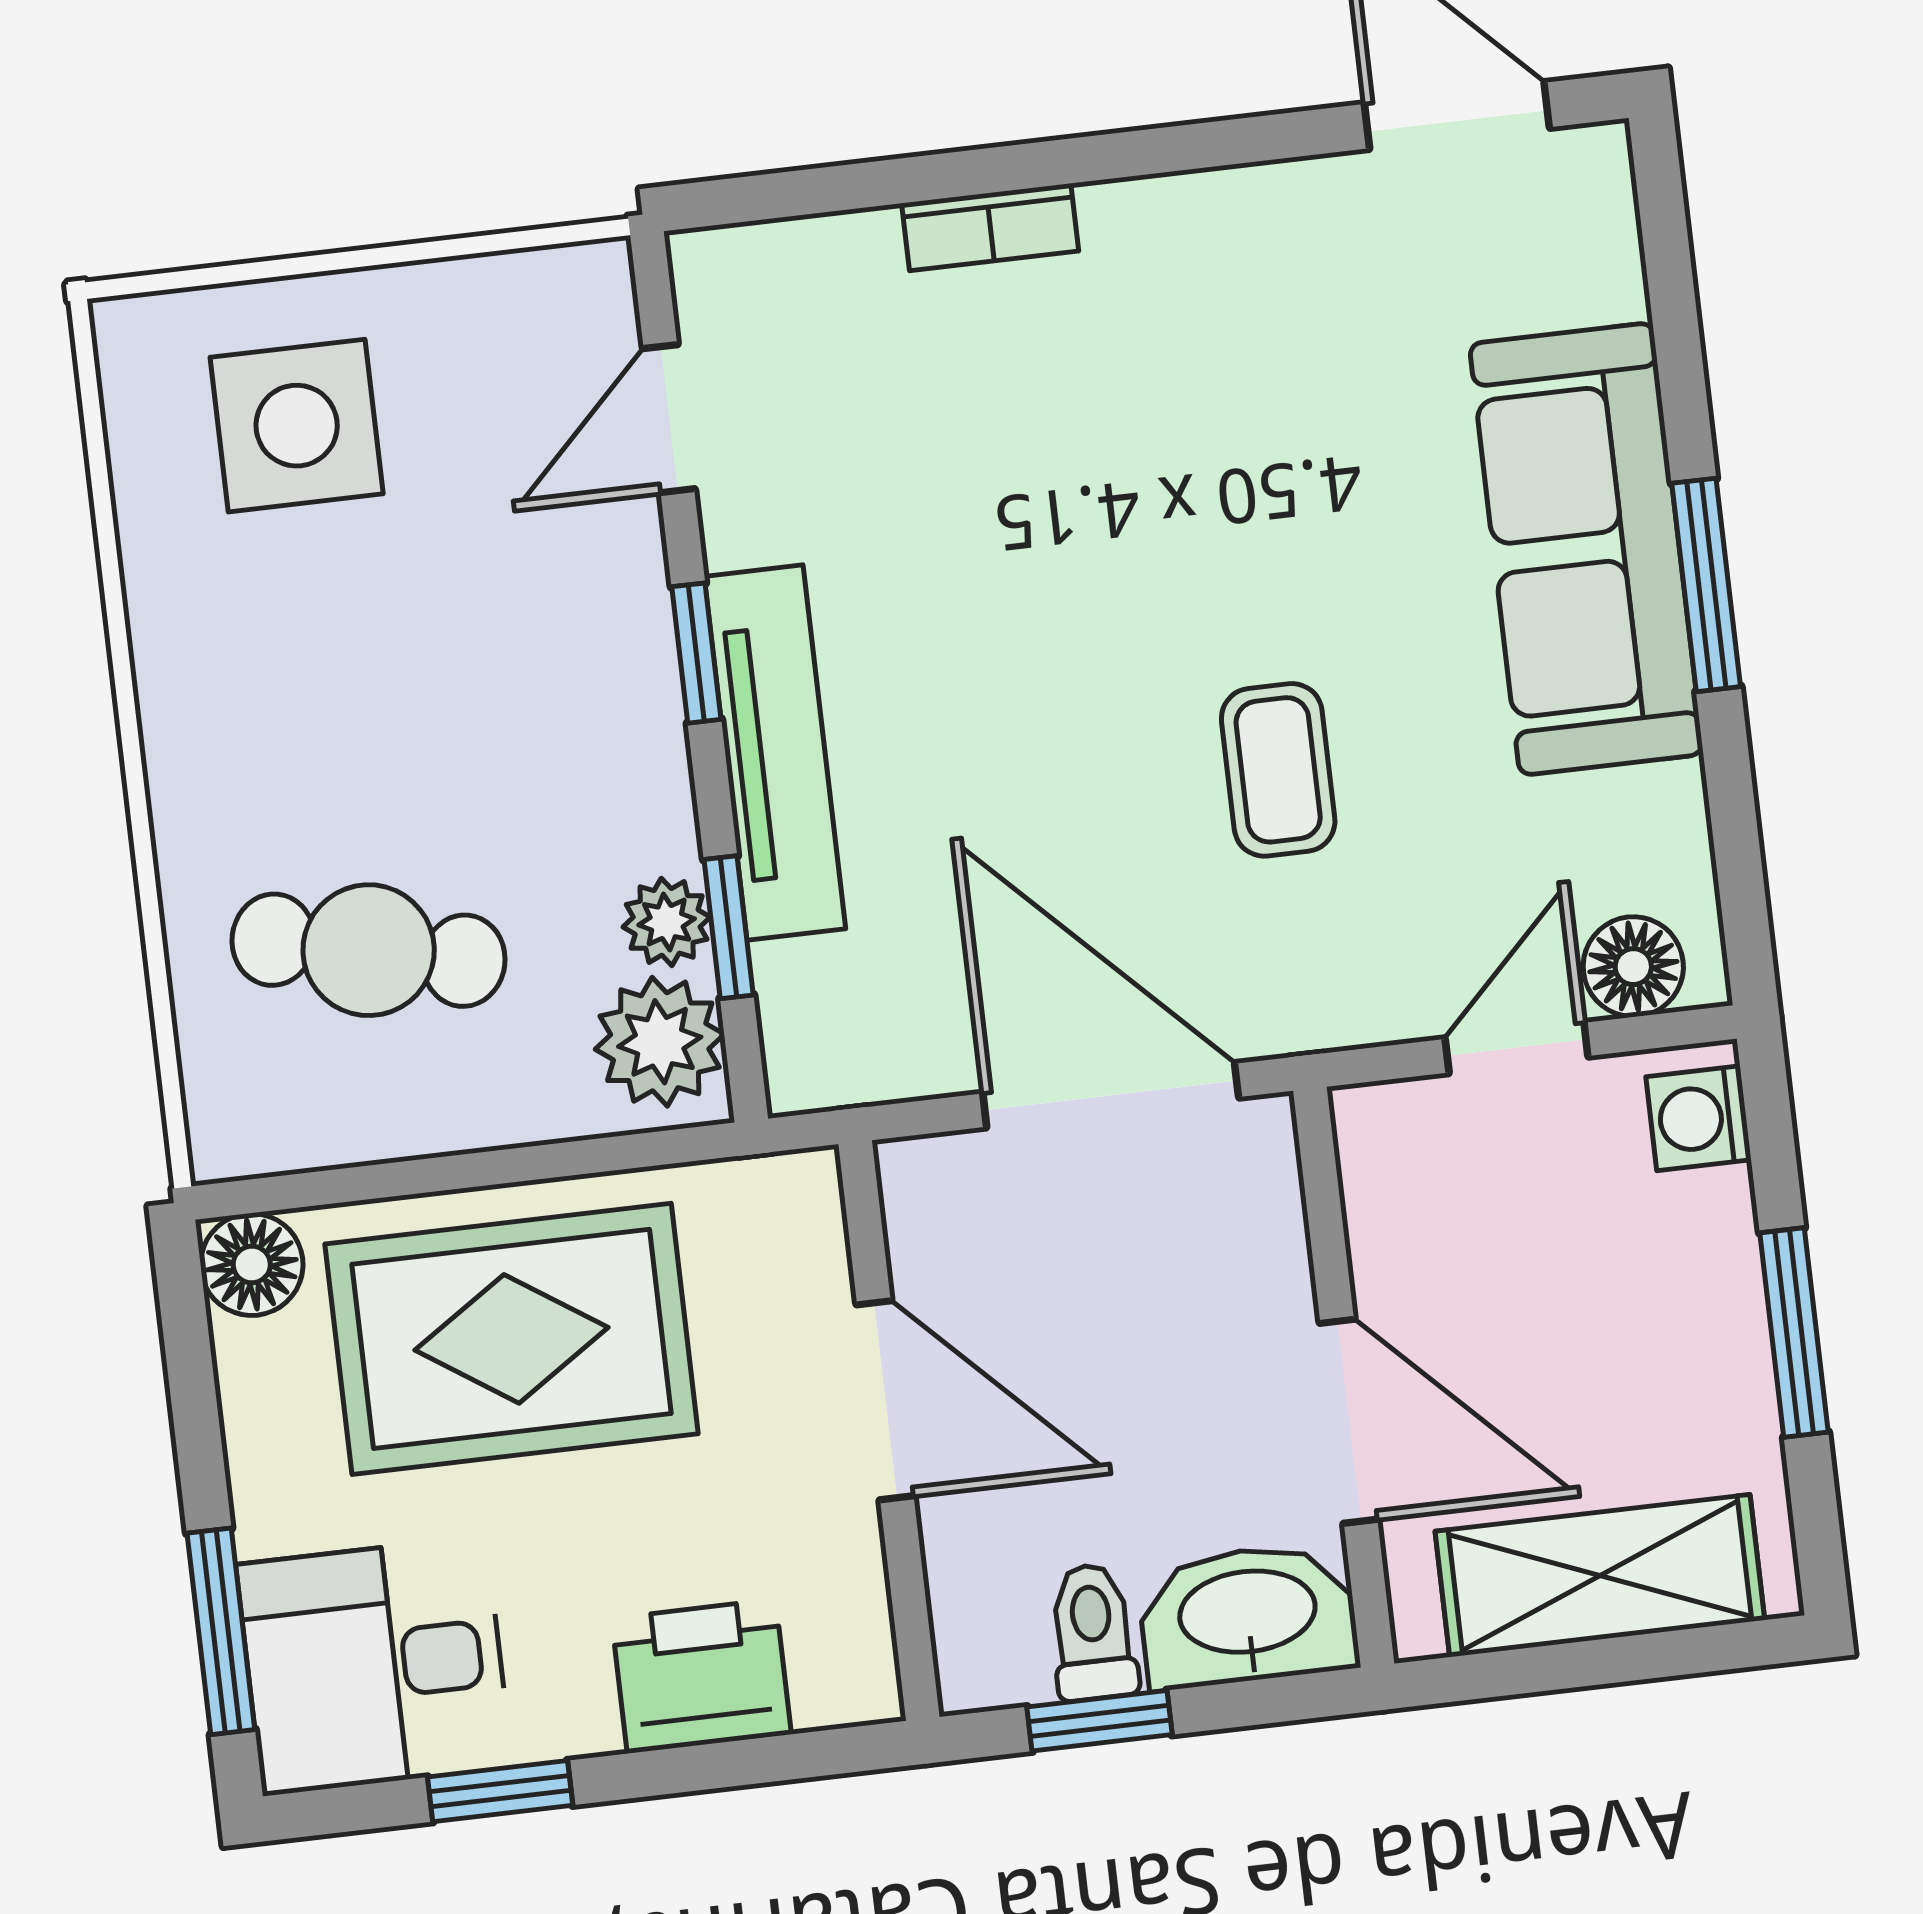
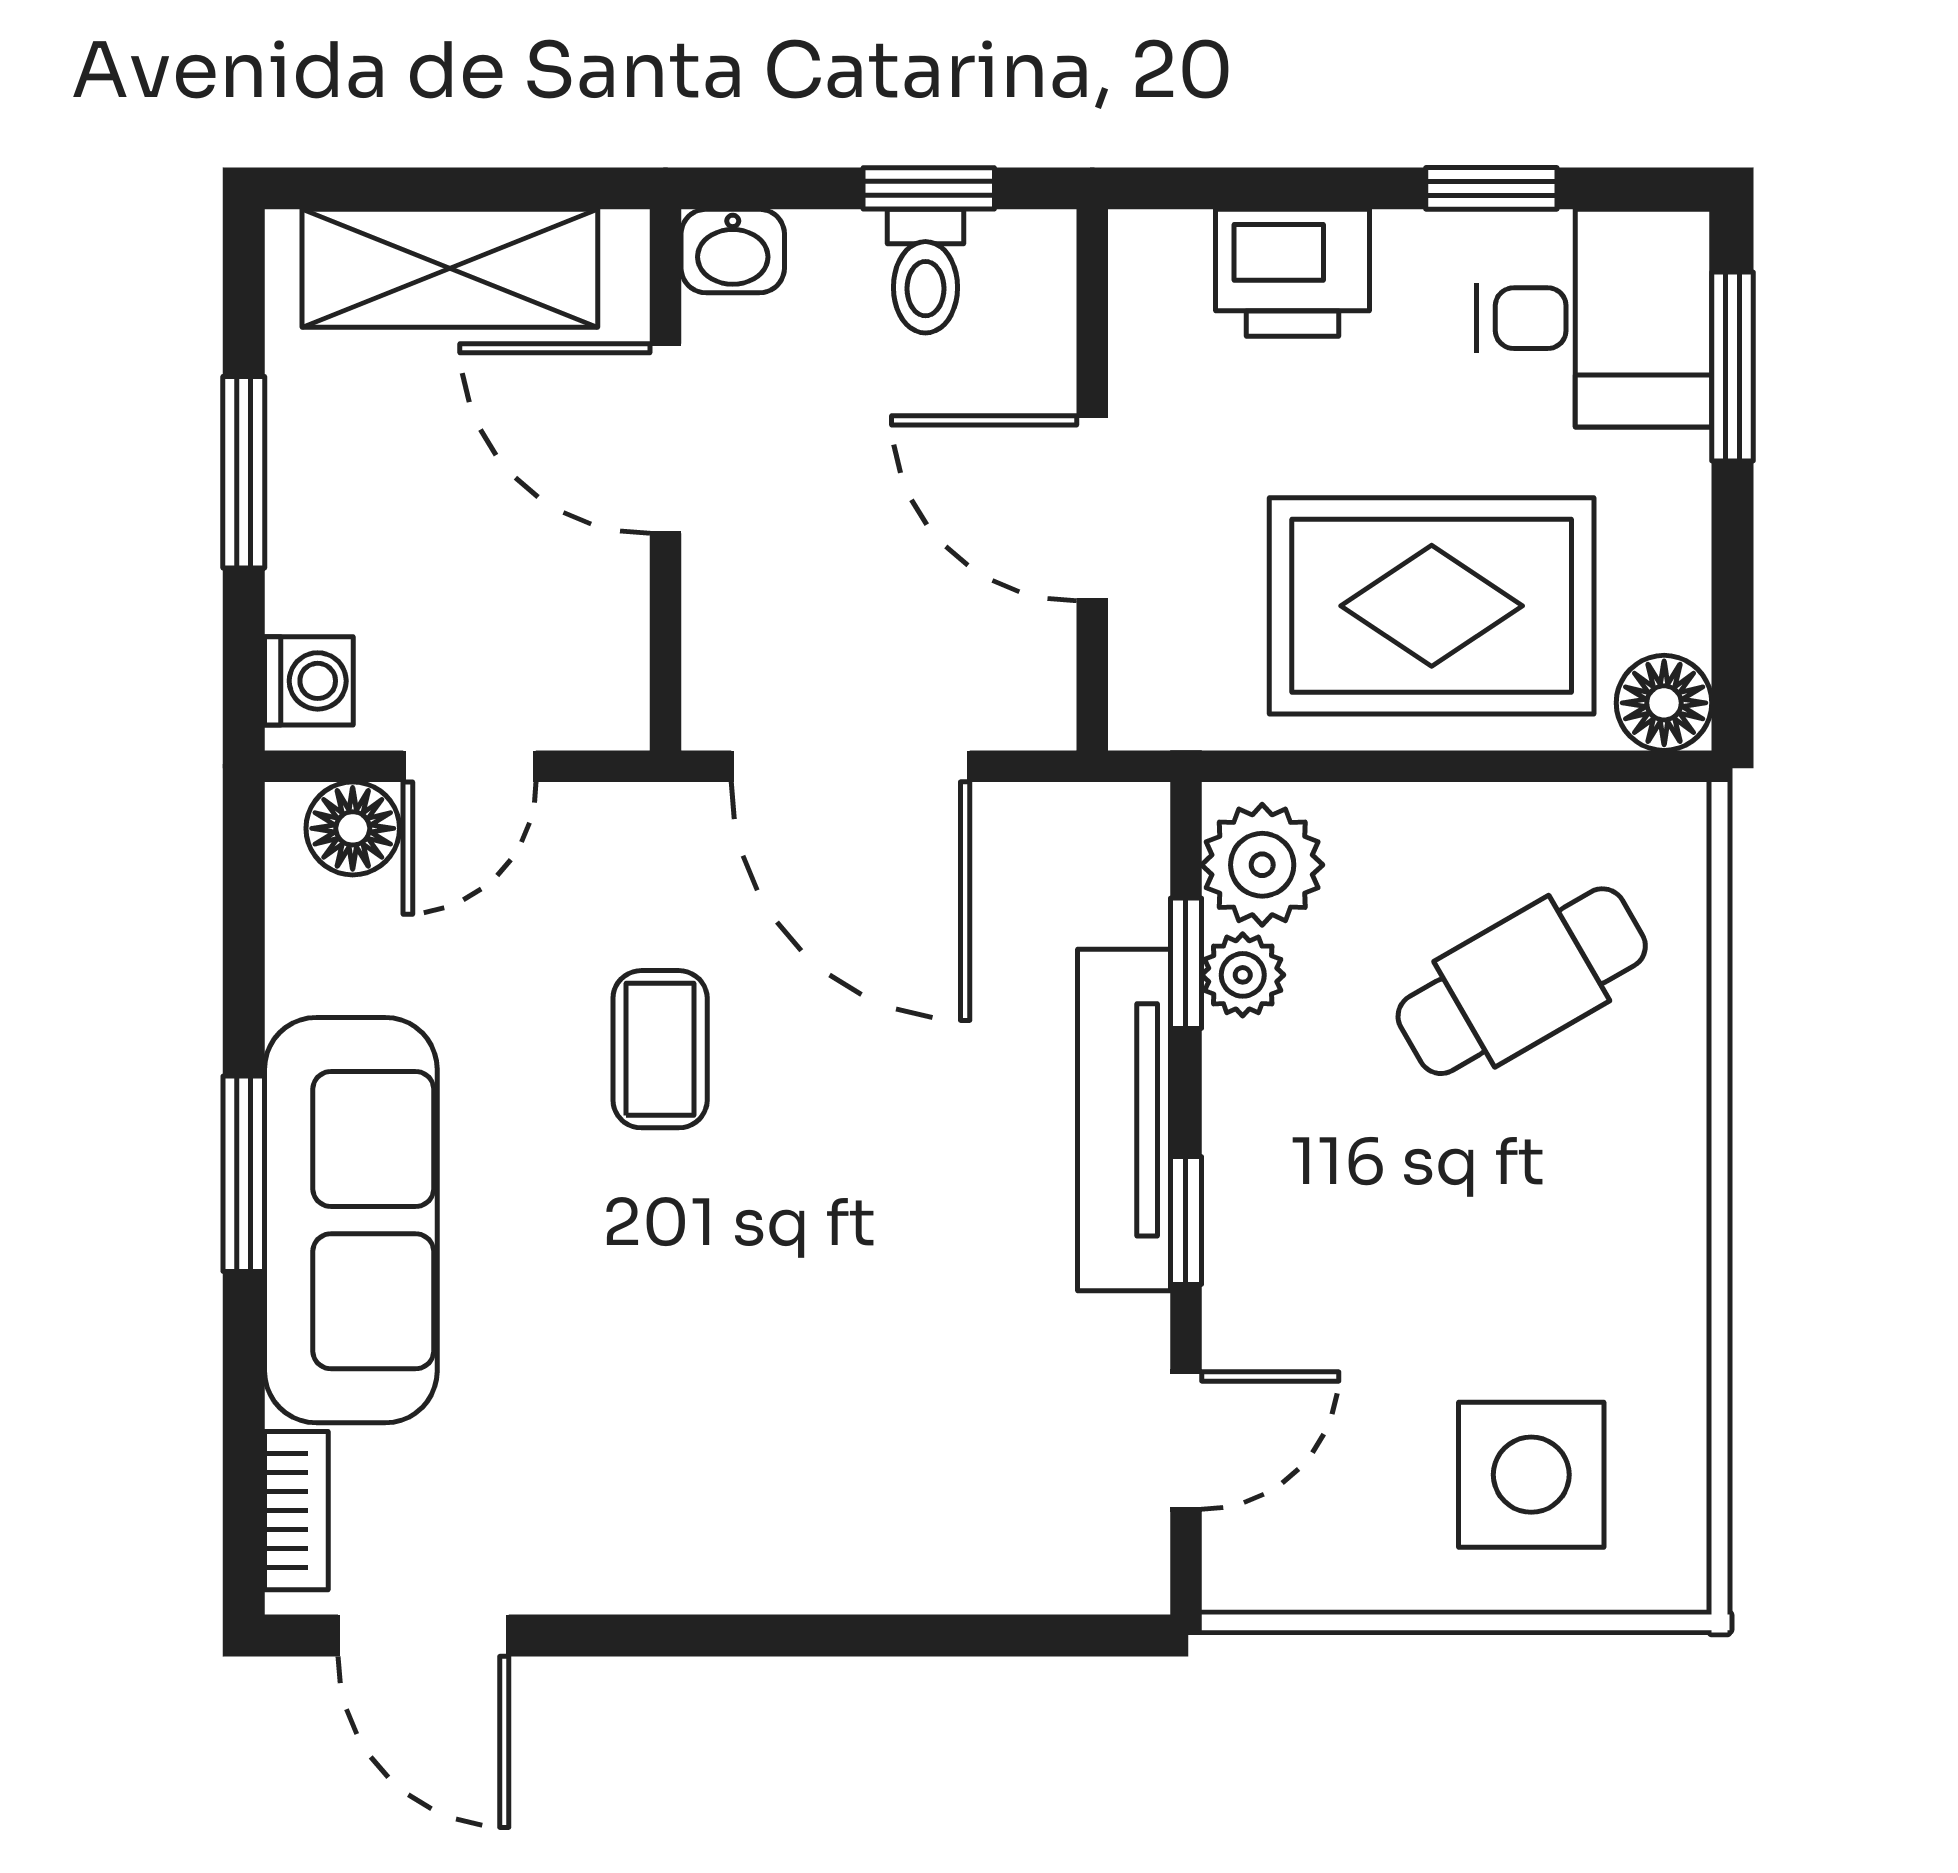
bookcase: (990, 227) -> (296, 1511), moved, turned 90
cafe table: (369, 950) -> (1522, 981), turned -43
washbasin: (1248, 1615) -> (733, 251), width x0.52, depth x0.69

